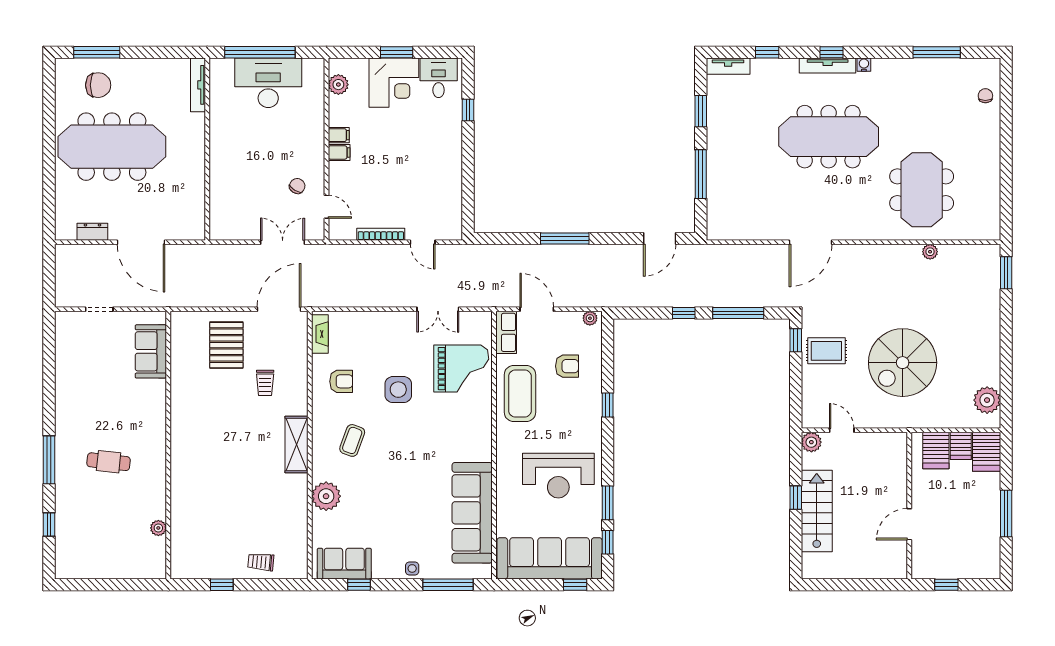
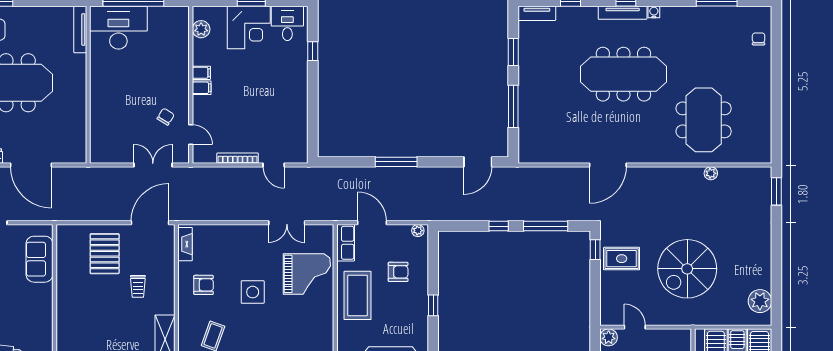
desk: (268, 83) -> (118, 28), moved

